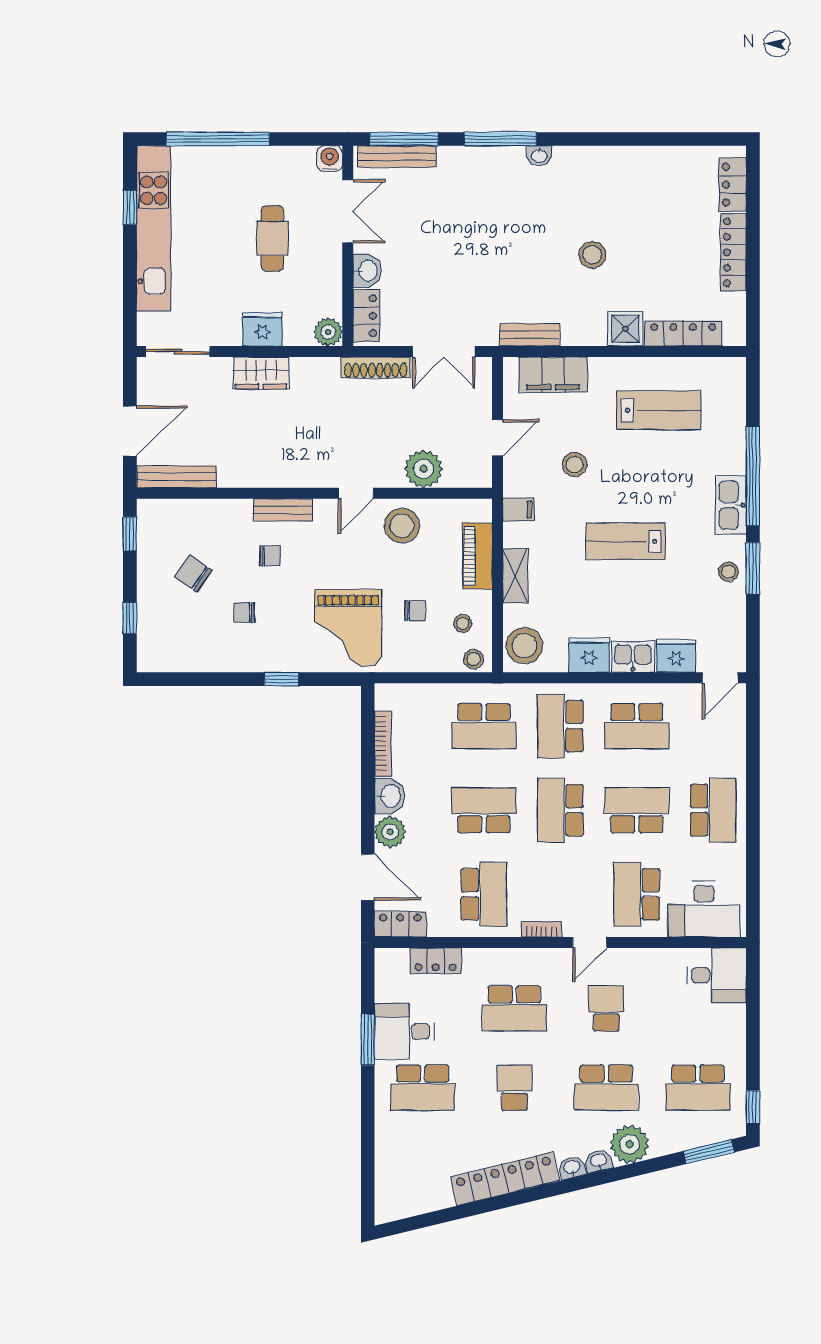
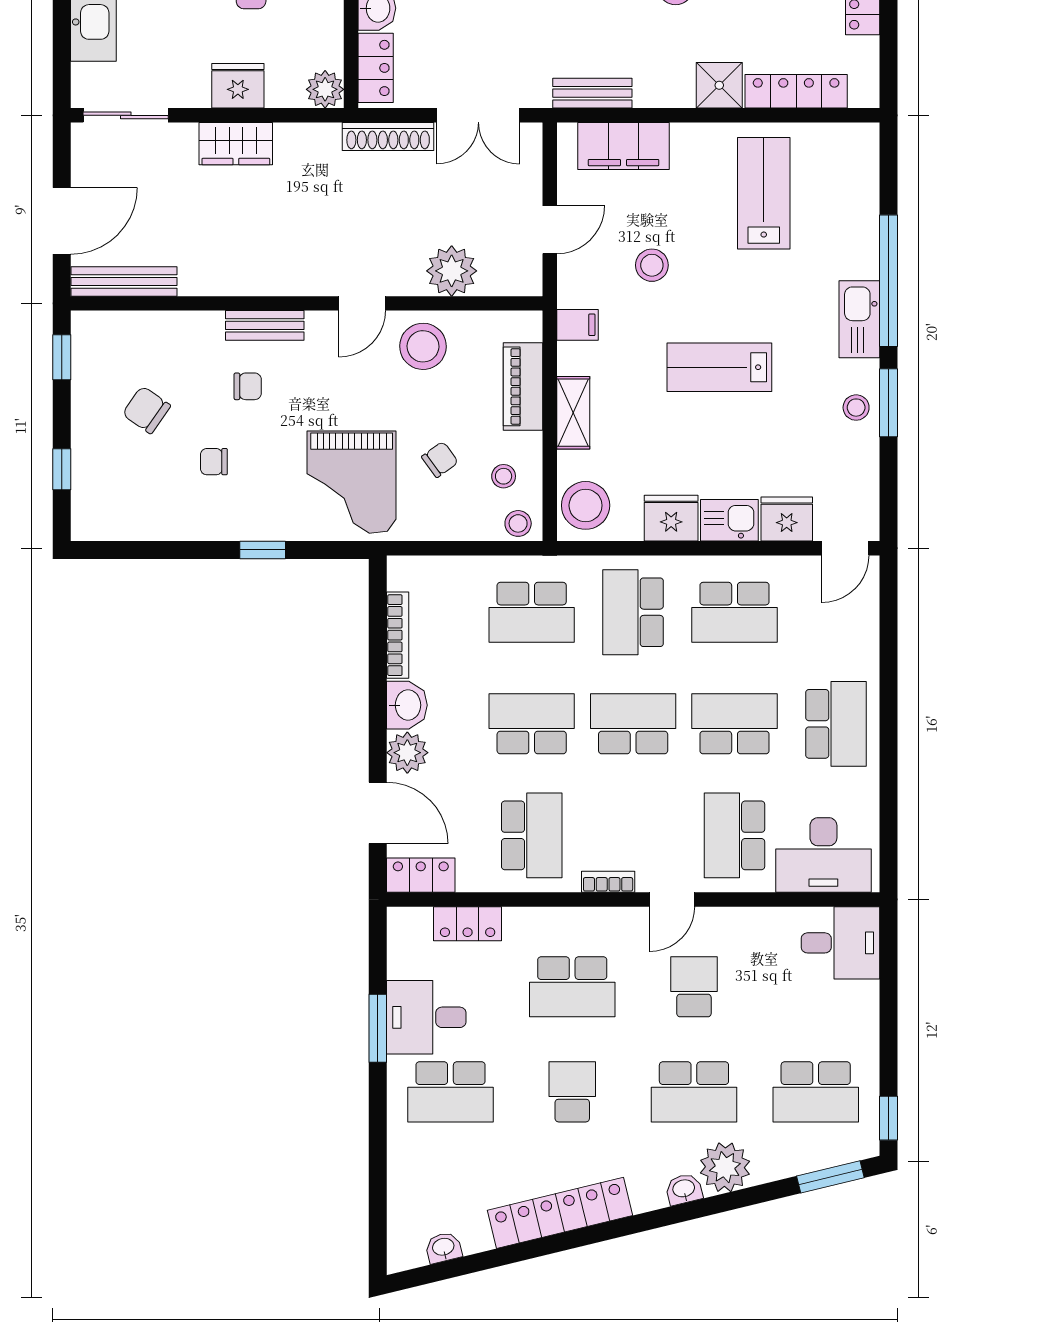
lab bench: (659, 410) -> (764, 193), turned -90
chair: (415, 611) -> (440, 459), turned -36
school desk: (560, 810) -> (633, 724), turned 90
washbasin: (572, 1167) -> (443, 1248), moved

